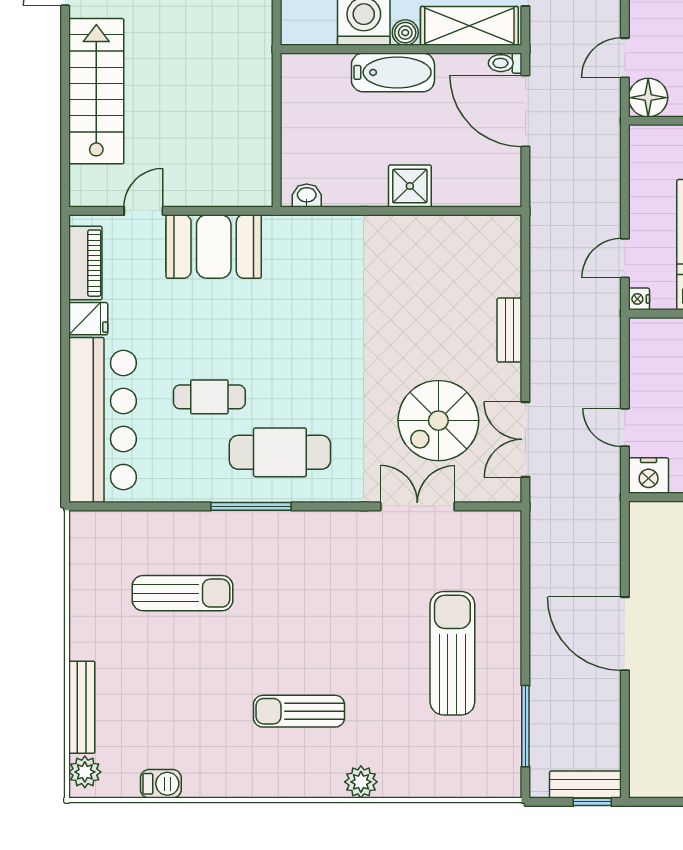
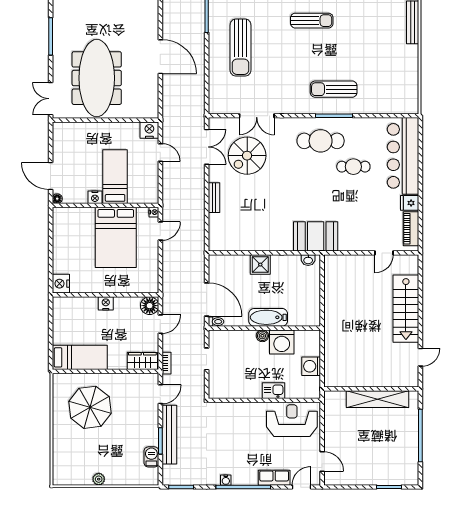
shelving: (469, 26) -> (233, 339), removed
booth: (214, 247) -> (316, 236), moved
spiral stairs: (438, 421) -> (247, 156), turned 180
sun lounger: (182, 593) -> (334, 89), moved

